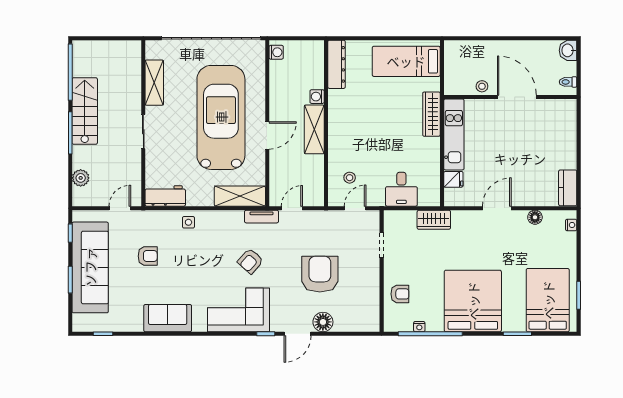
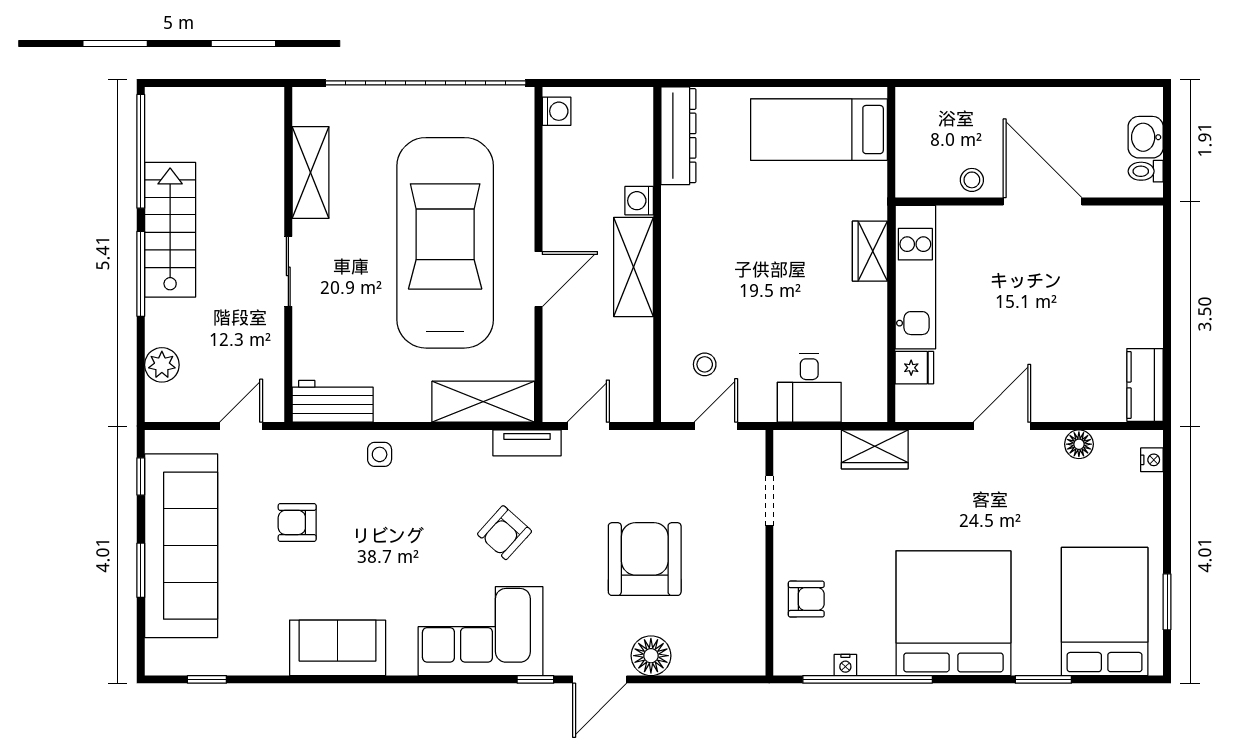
washbasin: (568, 50) -> (1146, 137), moved
wardrobe: (431, 114) -> (870, 251), width x0.67
armchair: (148, 256) -> (297, 522), turned 180

